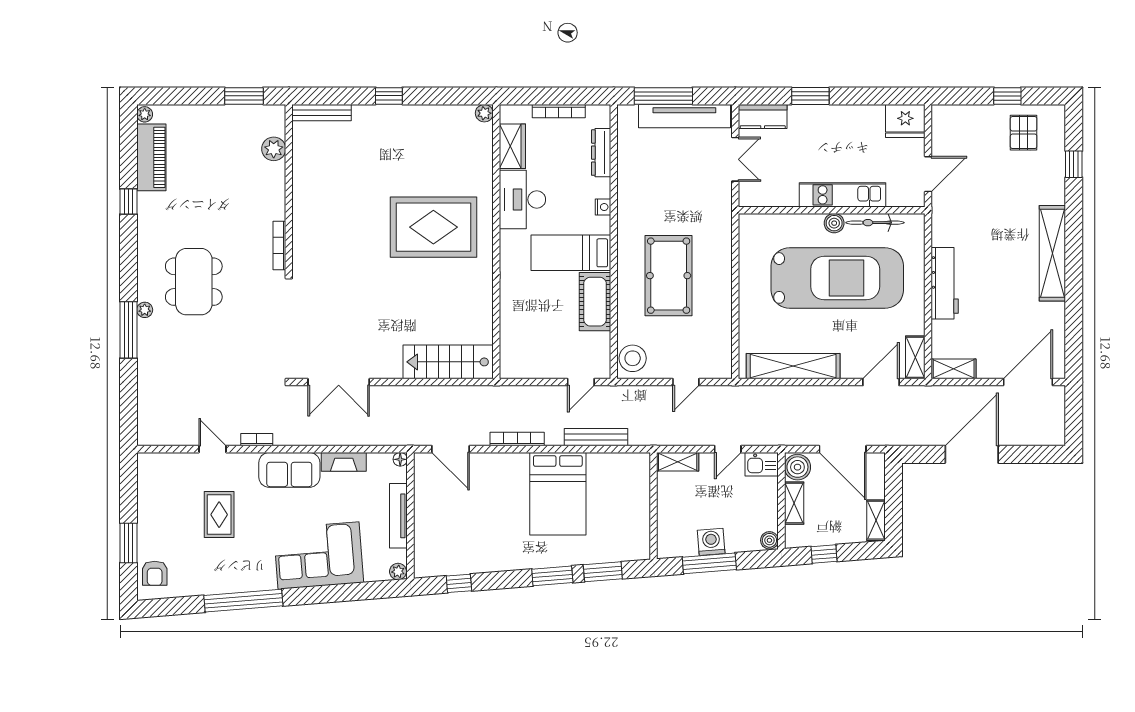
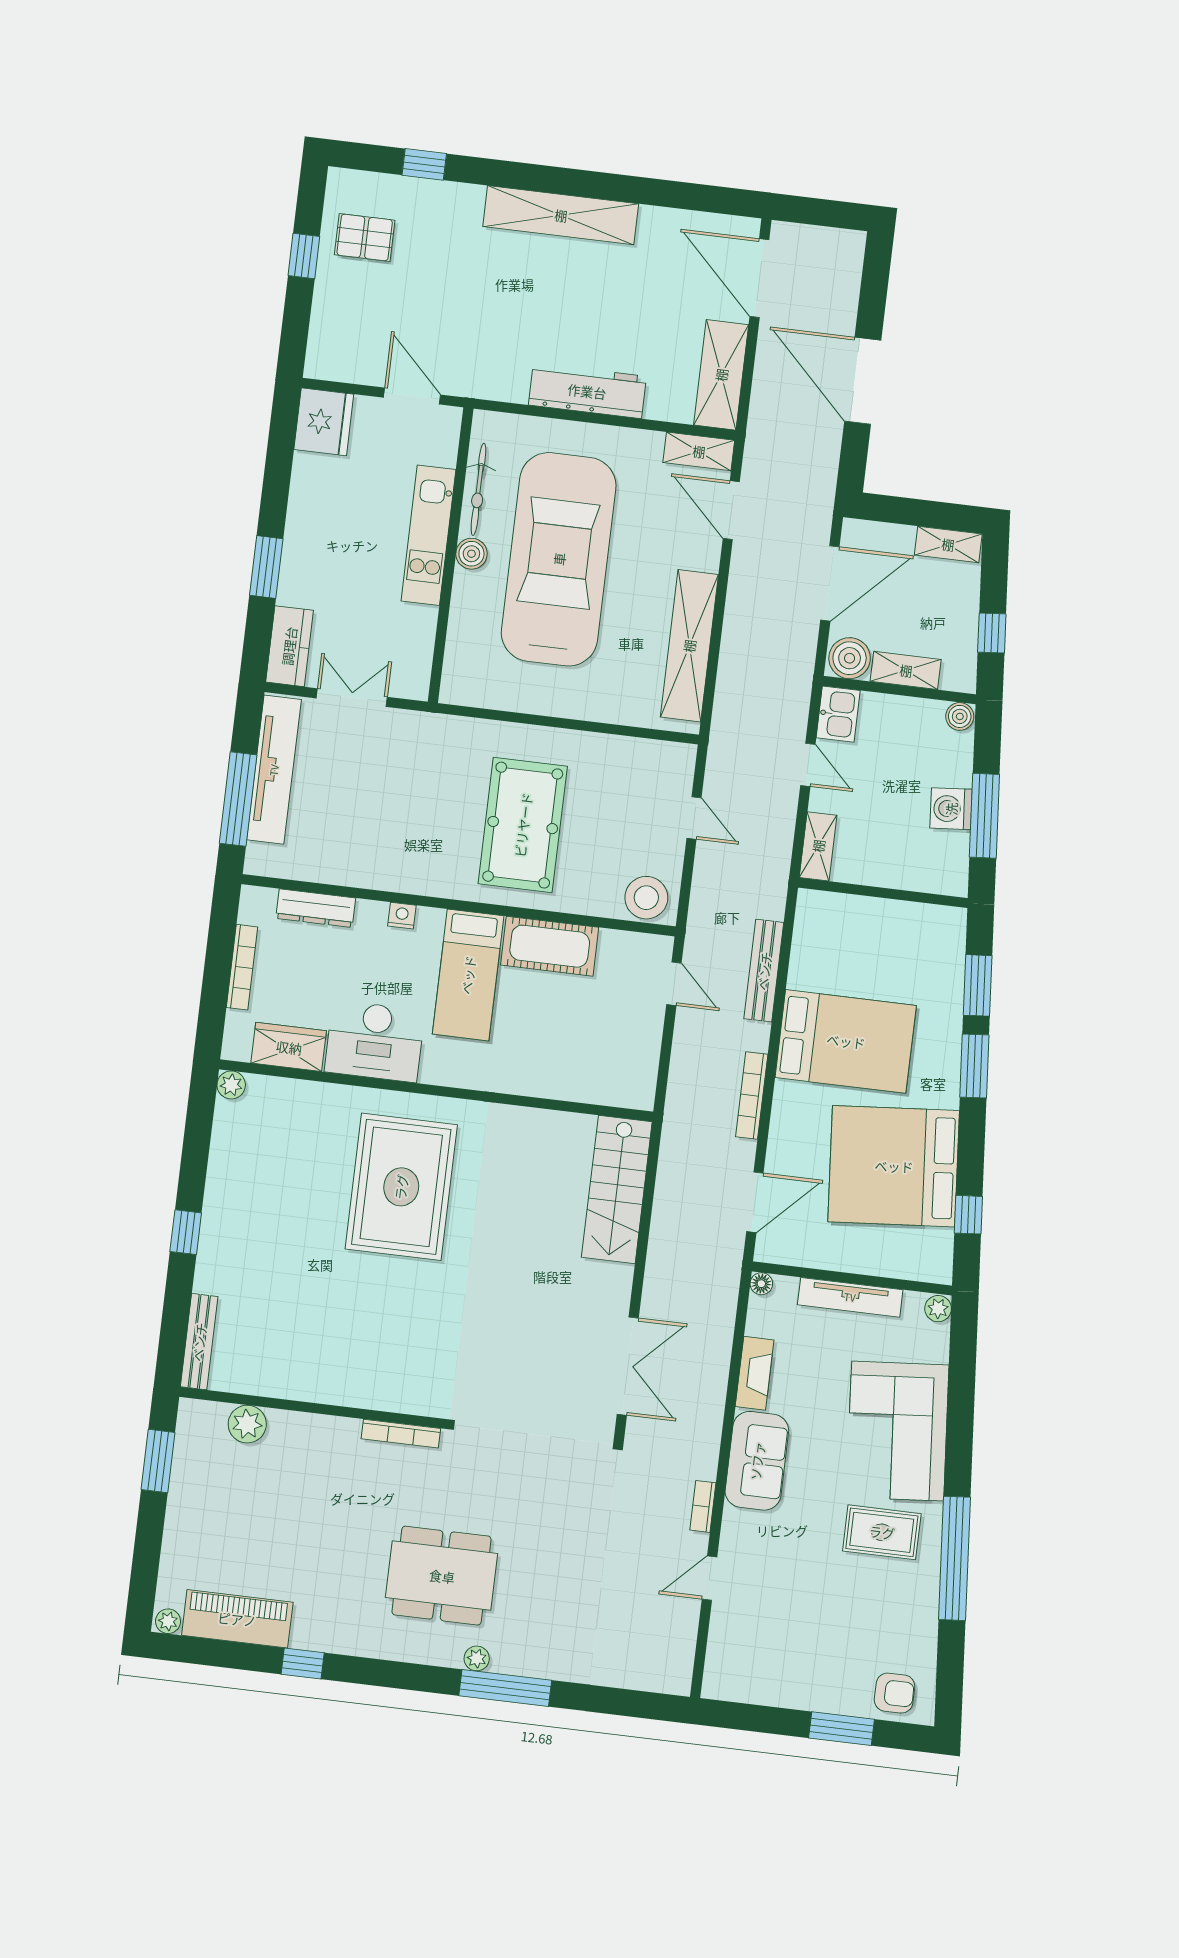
pool table: (669, 276) -> (523, 825), turned 90
shelving: (954, 369) -> (721, 375), width x1.50, depth x1.33
rug: (219, 515) -> (882, 1532), moved
bed: (484, 533) -> (894, 1166), added

